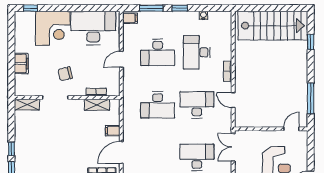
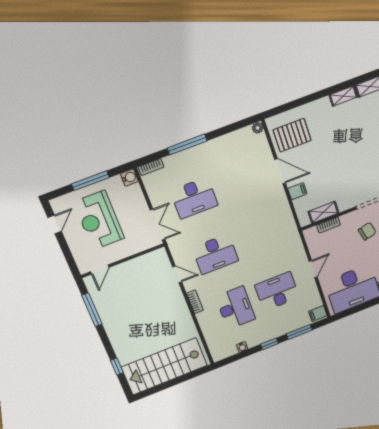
desk: (158, 105) -> (258, 238), removed
door: (121, 152) -> (280, 171), hinge flipped

